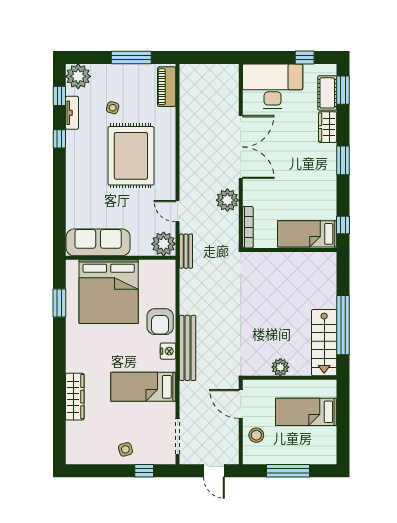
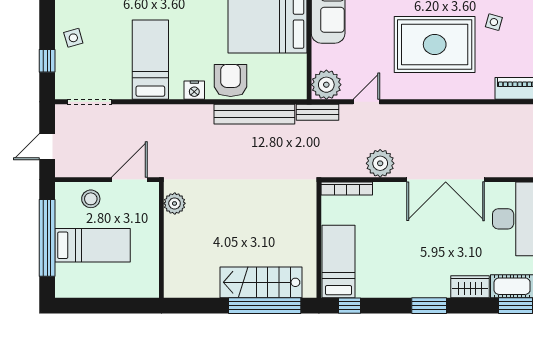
armchair: (160, 322) -> (231, 80), turned 90
window: (343, 325) -> (265, 306), moved
stairs: (324, 343) -> (261, 282), moved
bench: (188, 348) -> (254, 114), moved
plant: (280, 367) -> (175, 203), moved
bed: (306, 412) -> (92, 245), moved, turned 90
window: (288, 471) -> (47, 238), width x1.46

